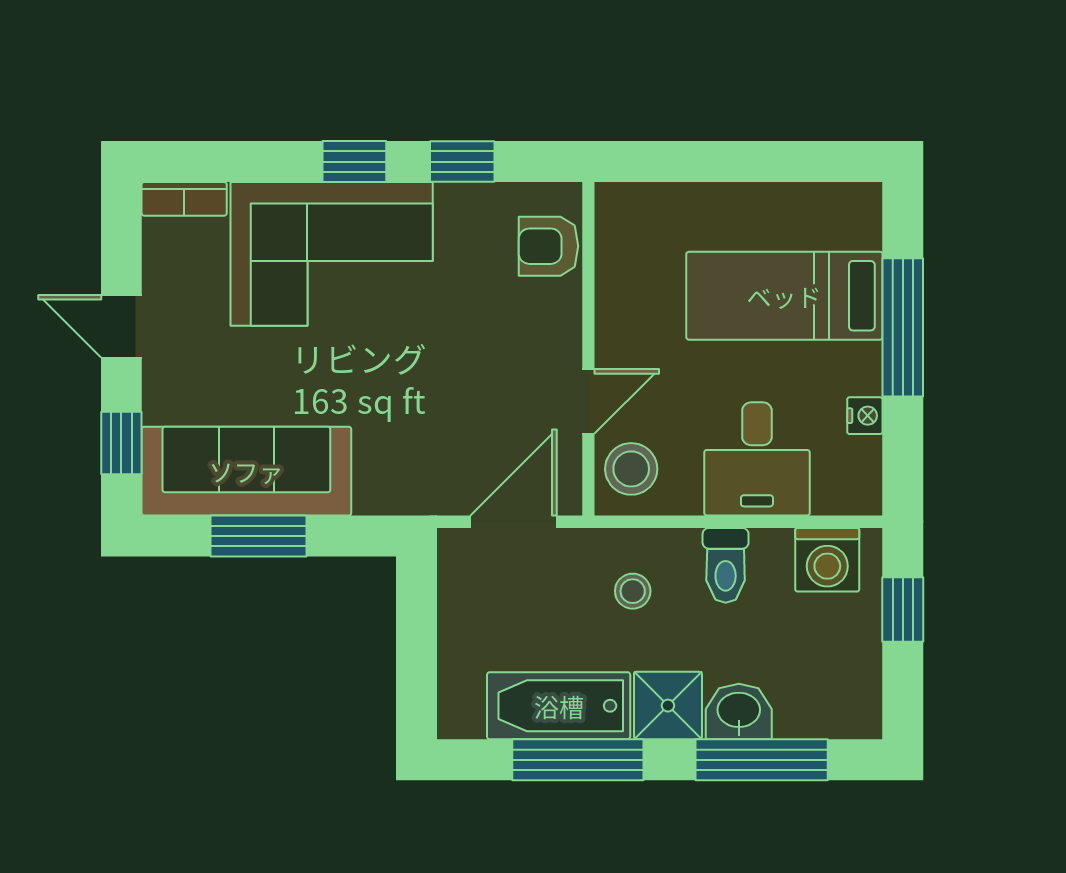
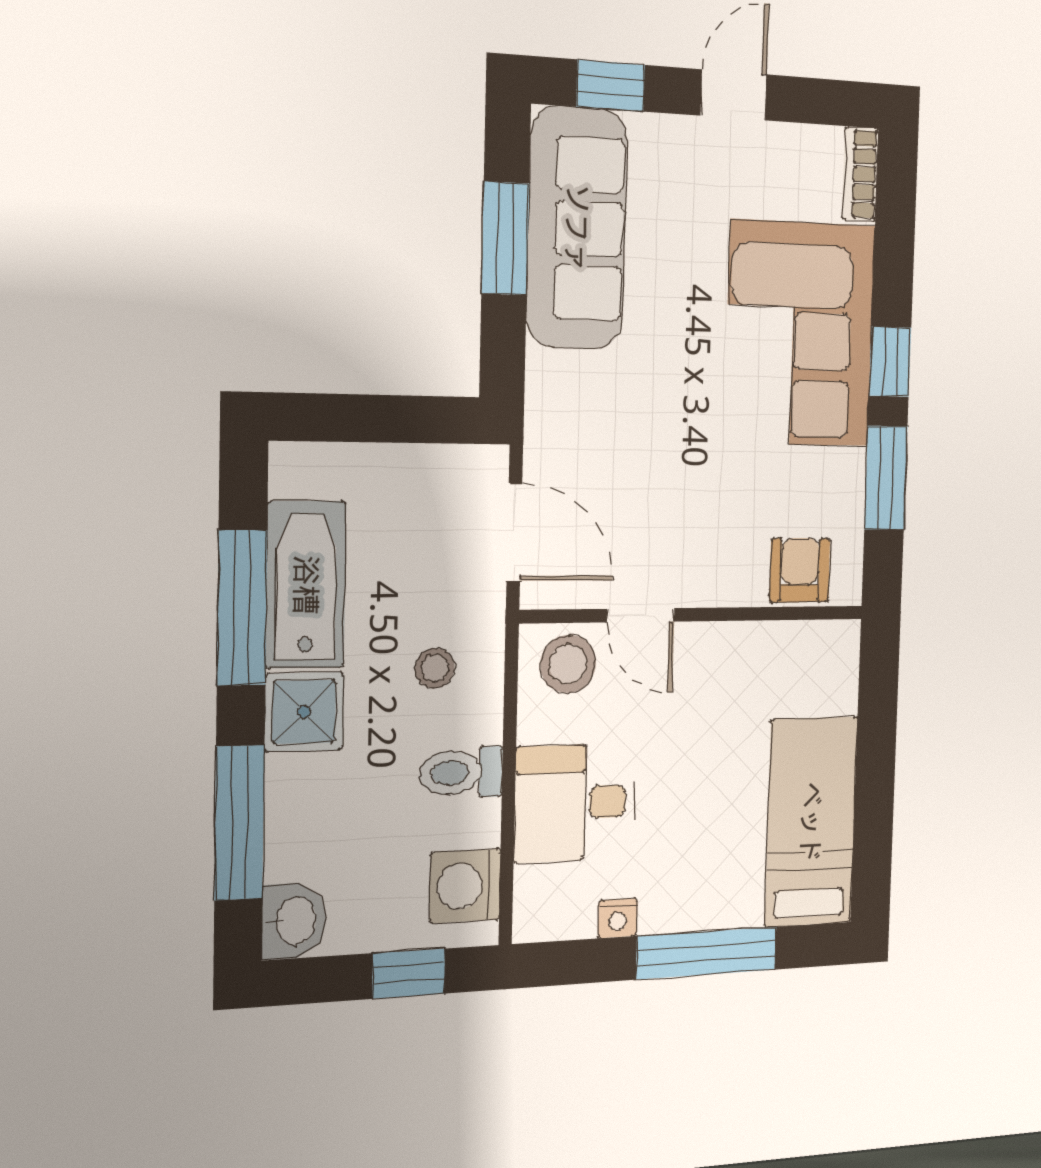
window: (462, 162) -> (886, 478), width x1.50
bed: (784, 296) -> (811, 822), moved
washbasin: (739, 712) -> (294, 921), moved

